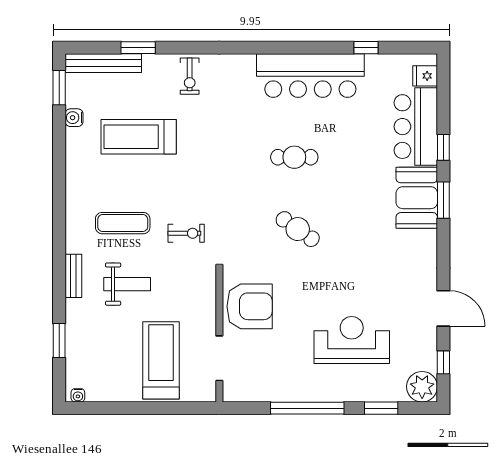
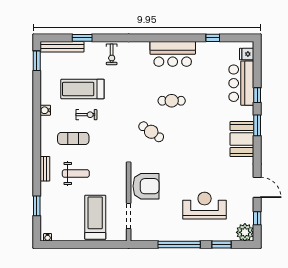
bar counter: (310, 76) -> (173, 54), width x0.73
water cooler: (74, 118) -> (45, 110), moved
booth: (417, 198) -> (242, 139), moved
cafe table: (298, 229) -> (151, 132), moved
exercise bike: (186, 233) -> (86, 115), moved

